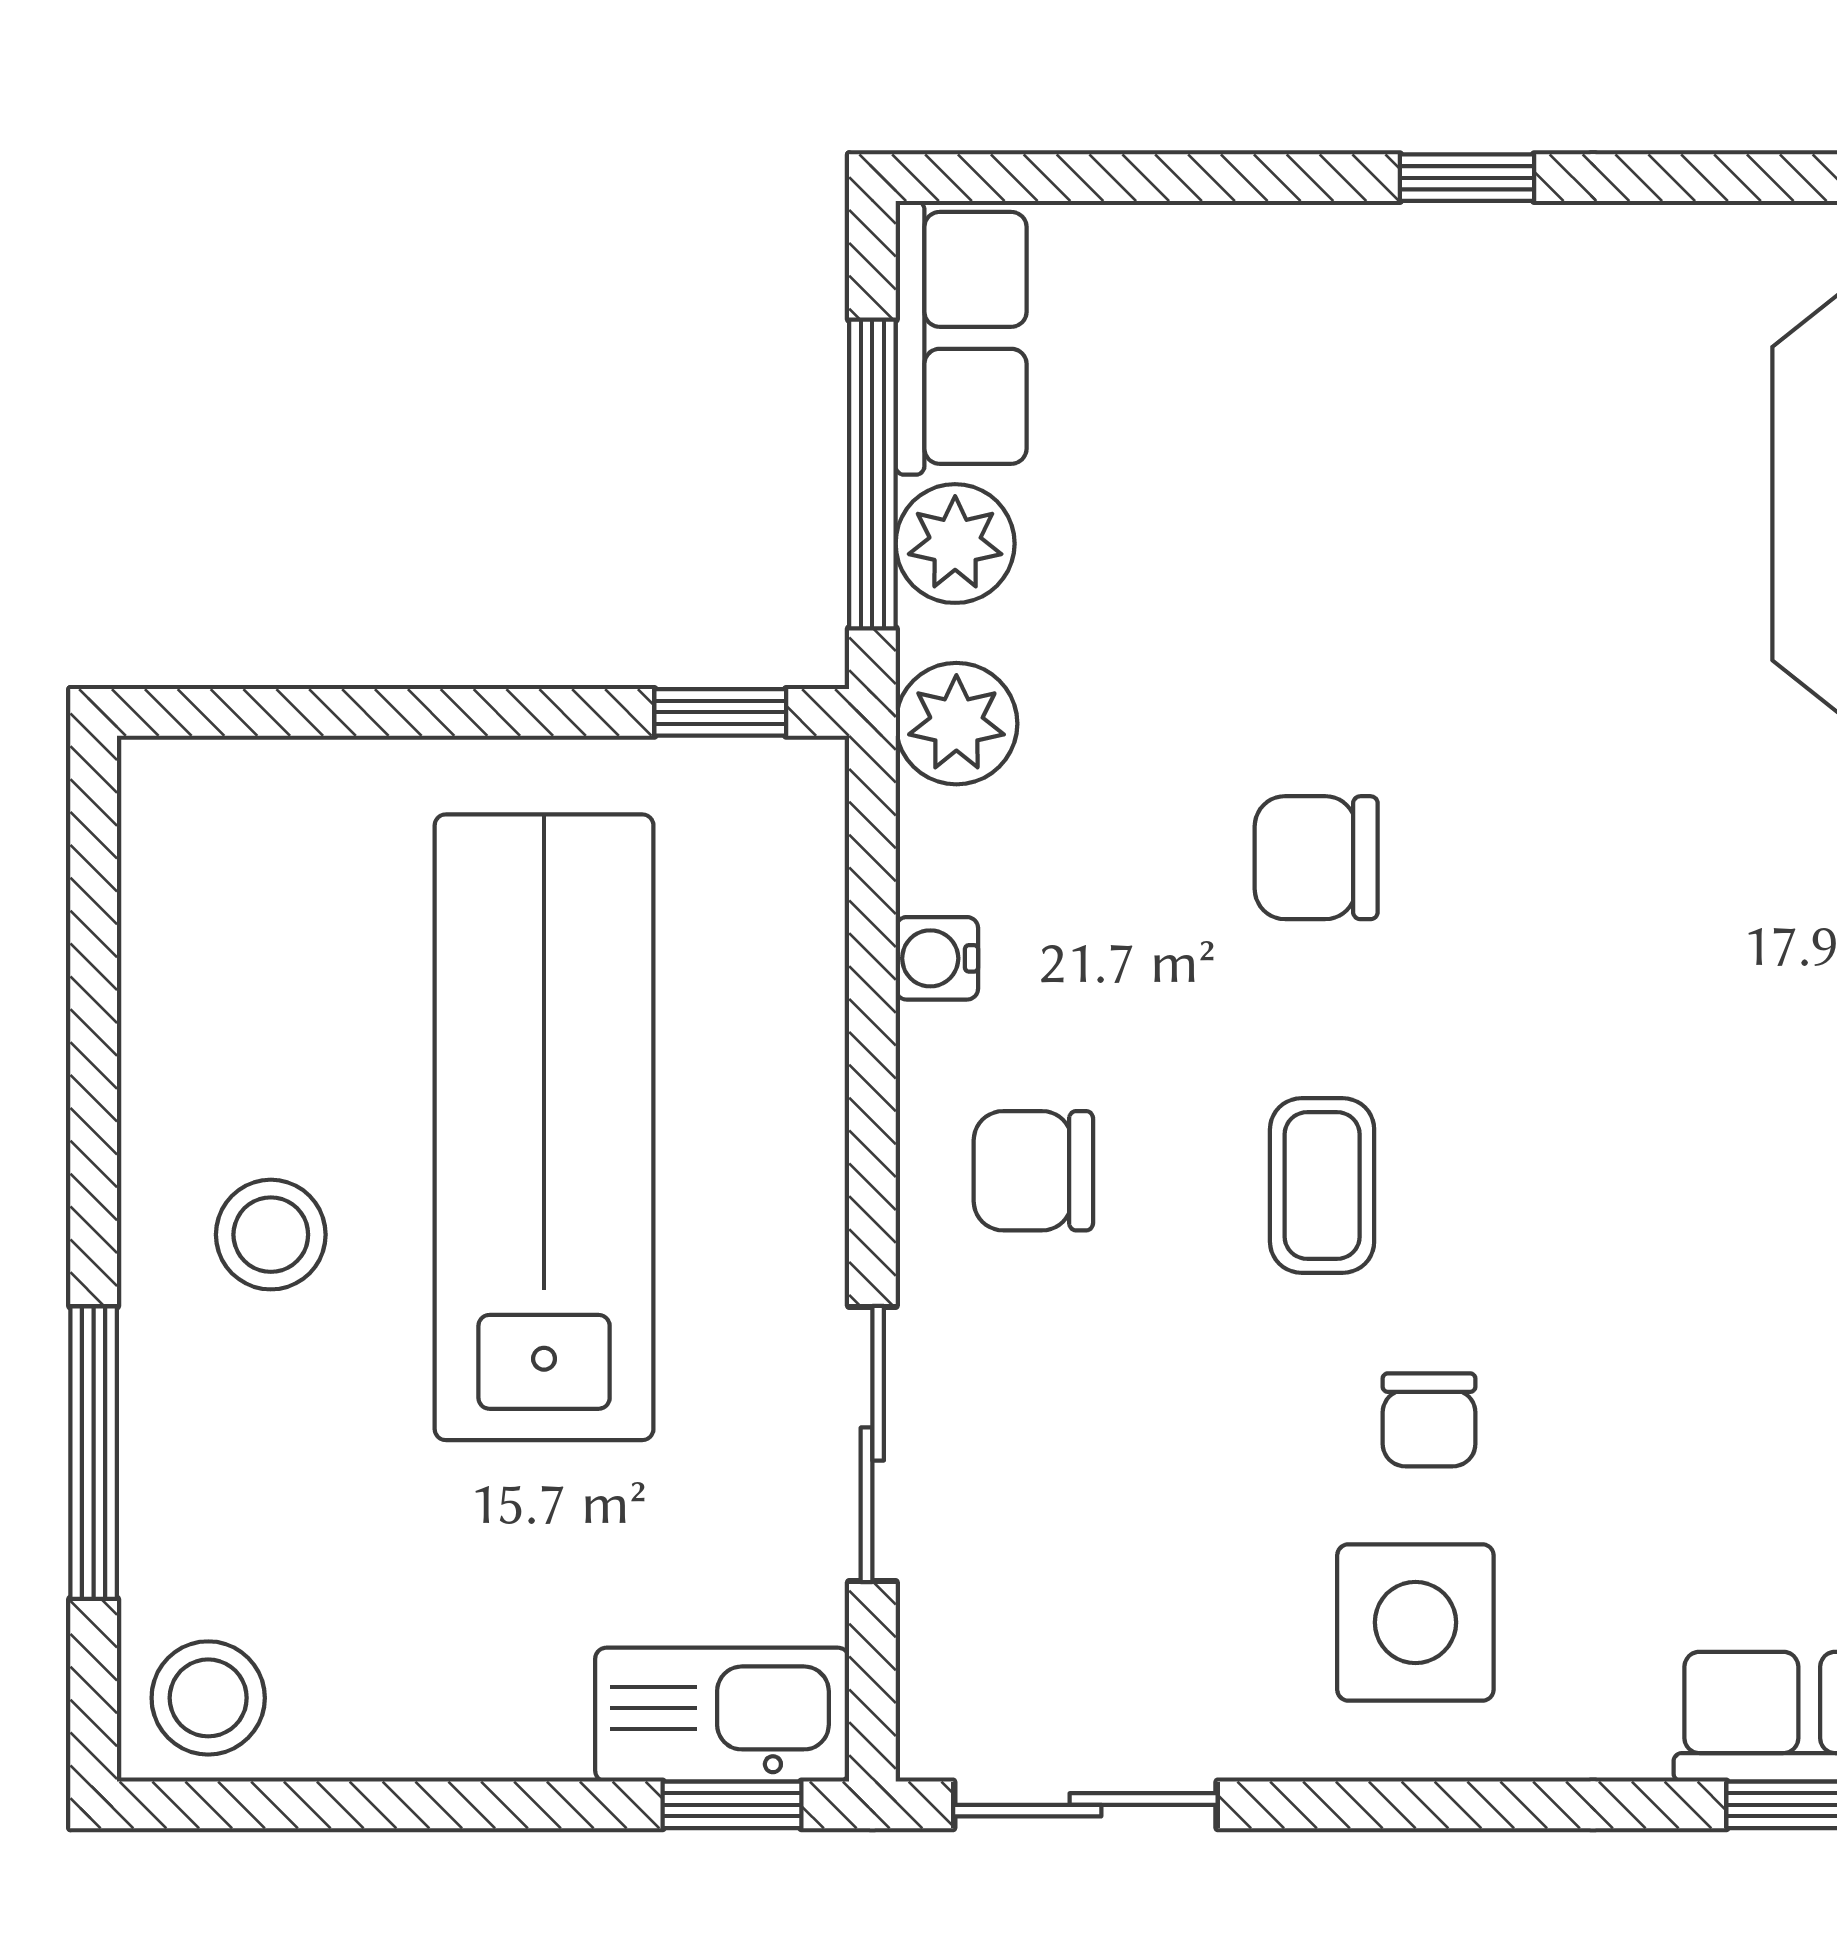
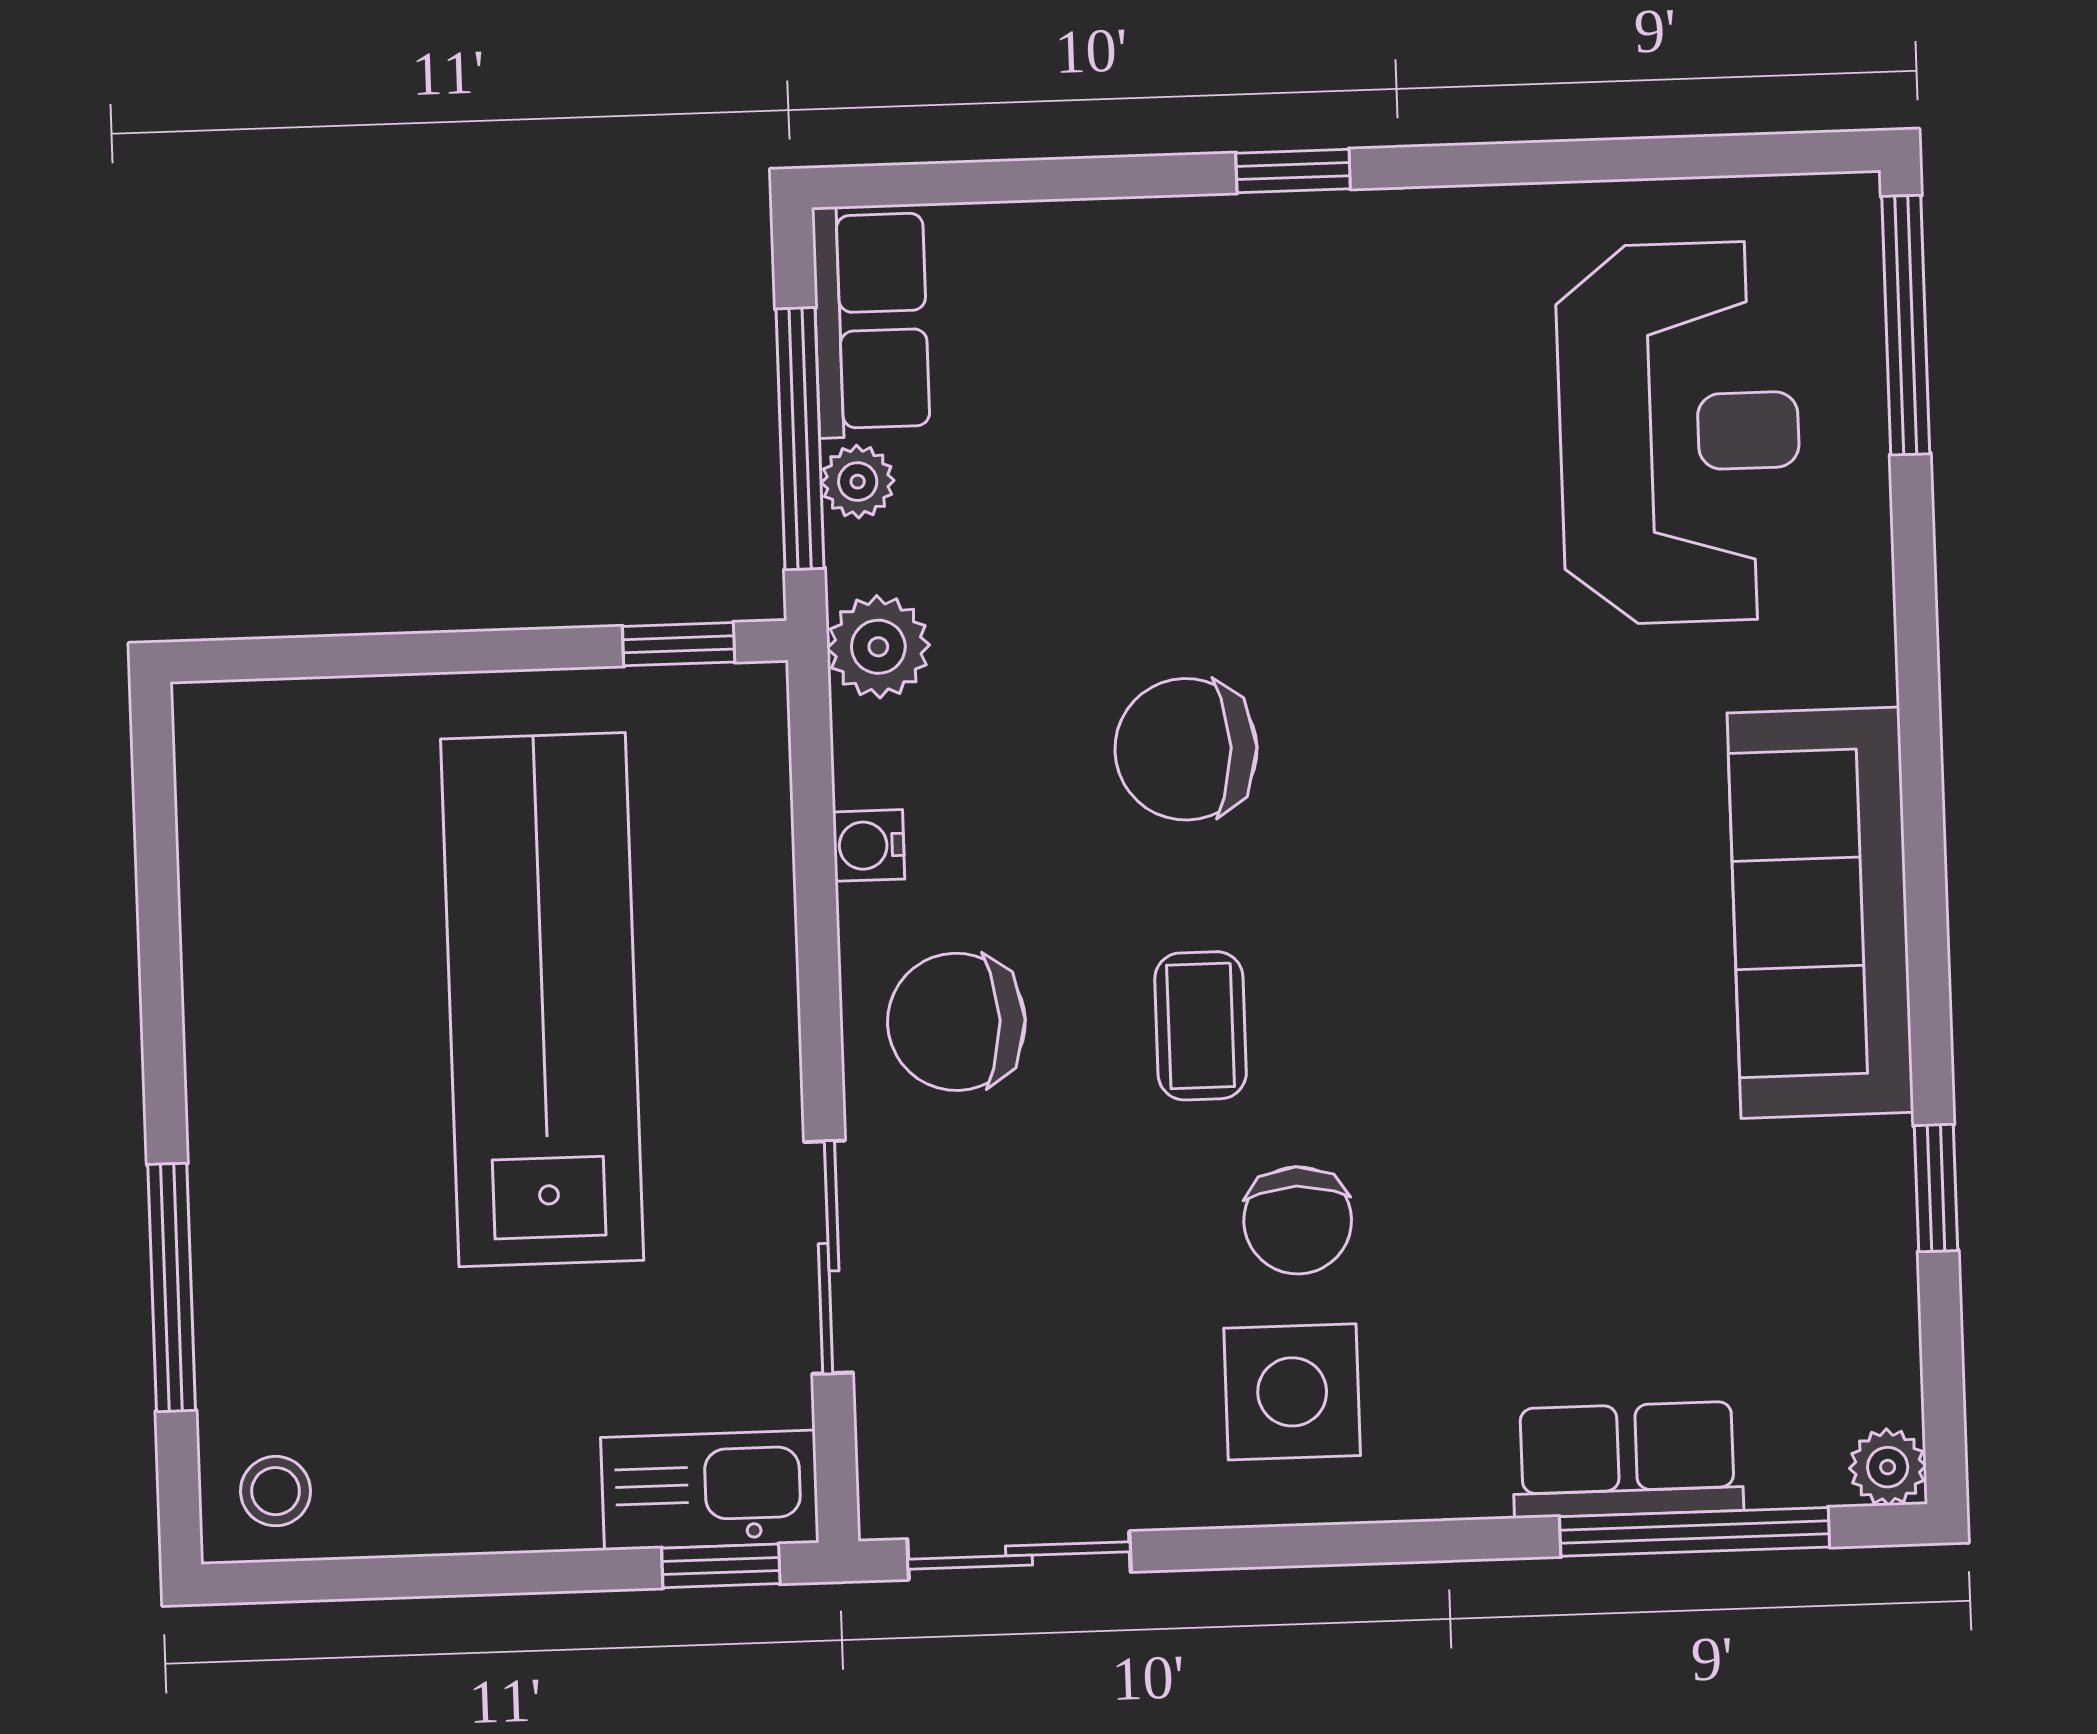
plant: (955, 544) -> (858, 482), width x0.73, depth x0.73
chair: (1316, 858) -> (1186, 749), width x1.37, depth x1.37
chair: (1033, 1171) -> (956, 1022), width x1.37, depth x1.37
stool: (271, 1235) -> (315, 1098), removed
chair: (1429, 1420) -> (1298, 1220), width x1.37, depth x1.37
stool: (208, 1698) -> (276, 1491), width x0.73, depth x0.73

